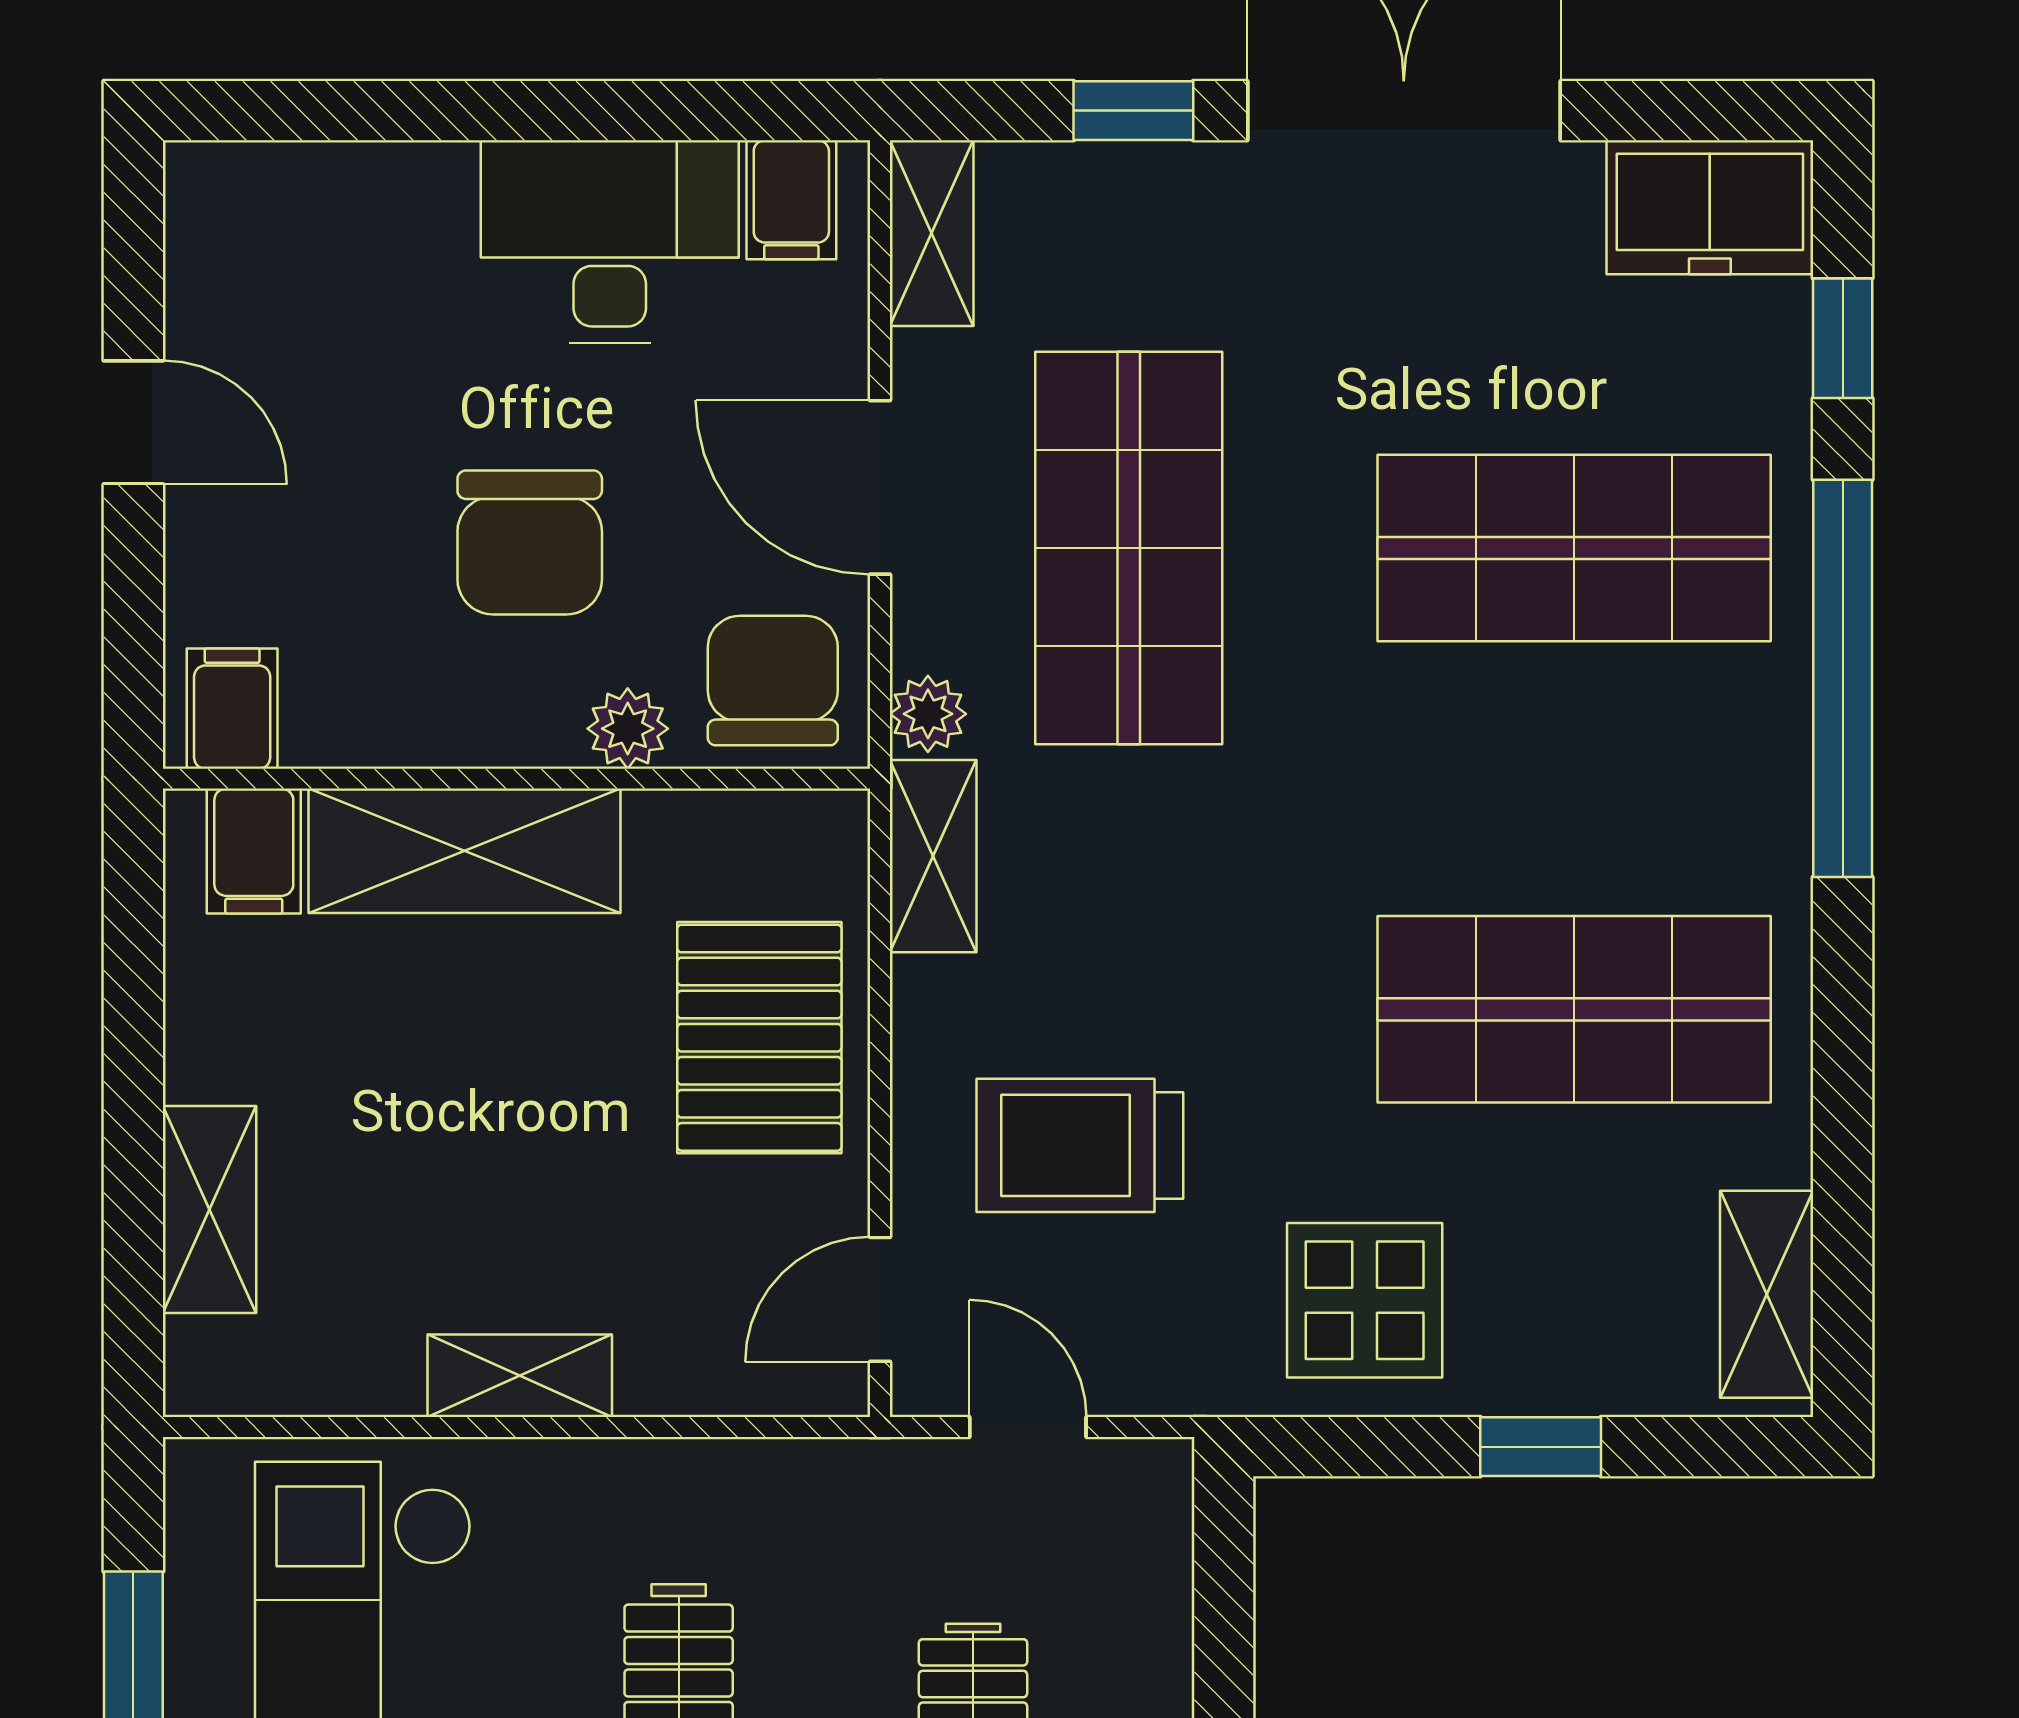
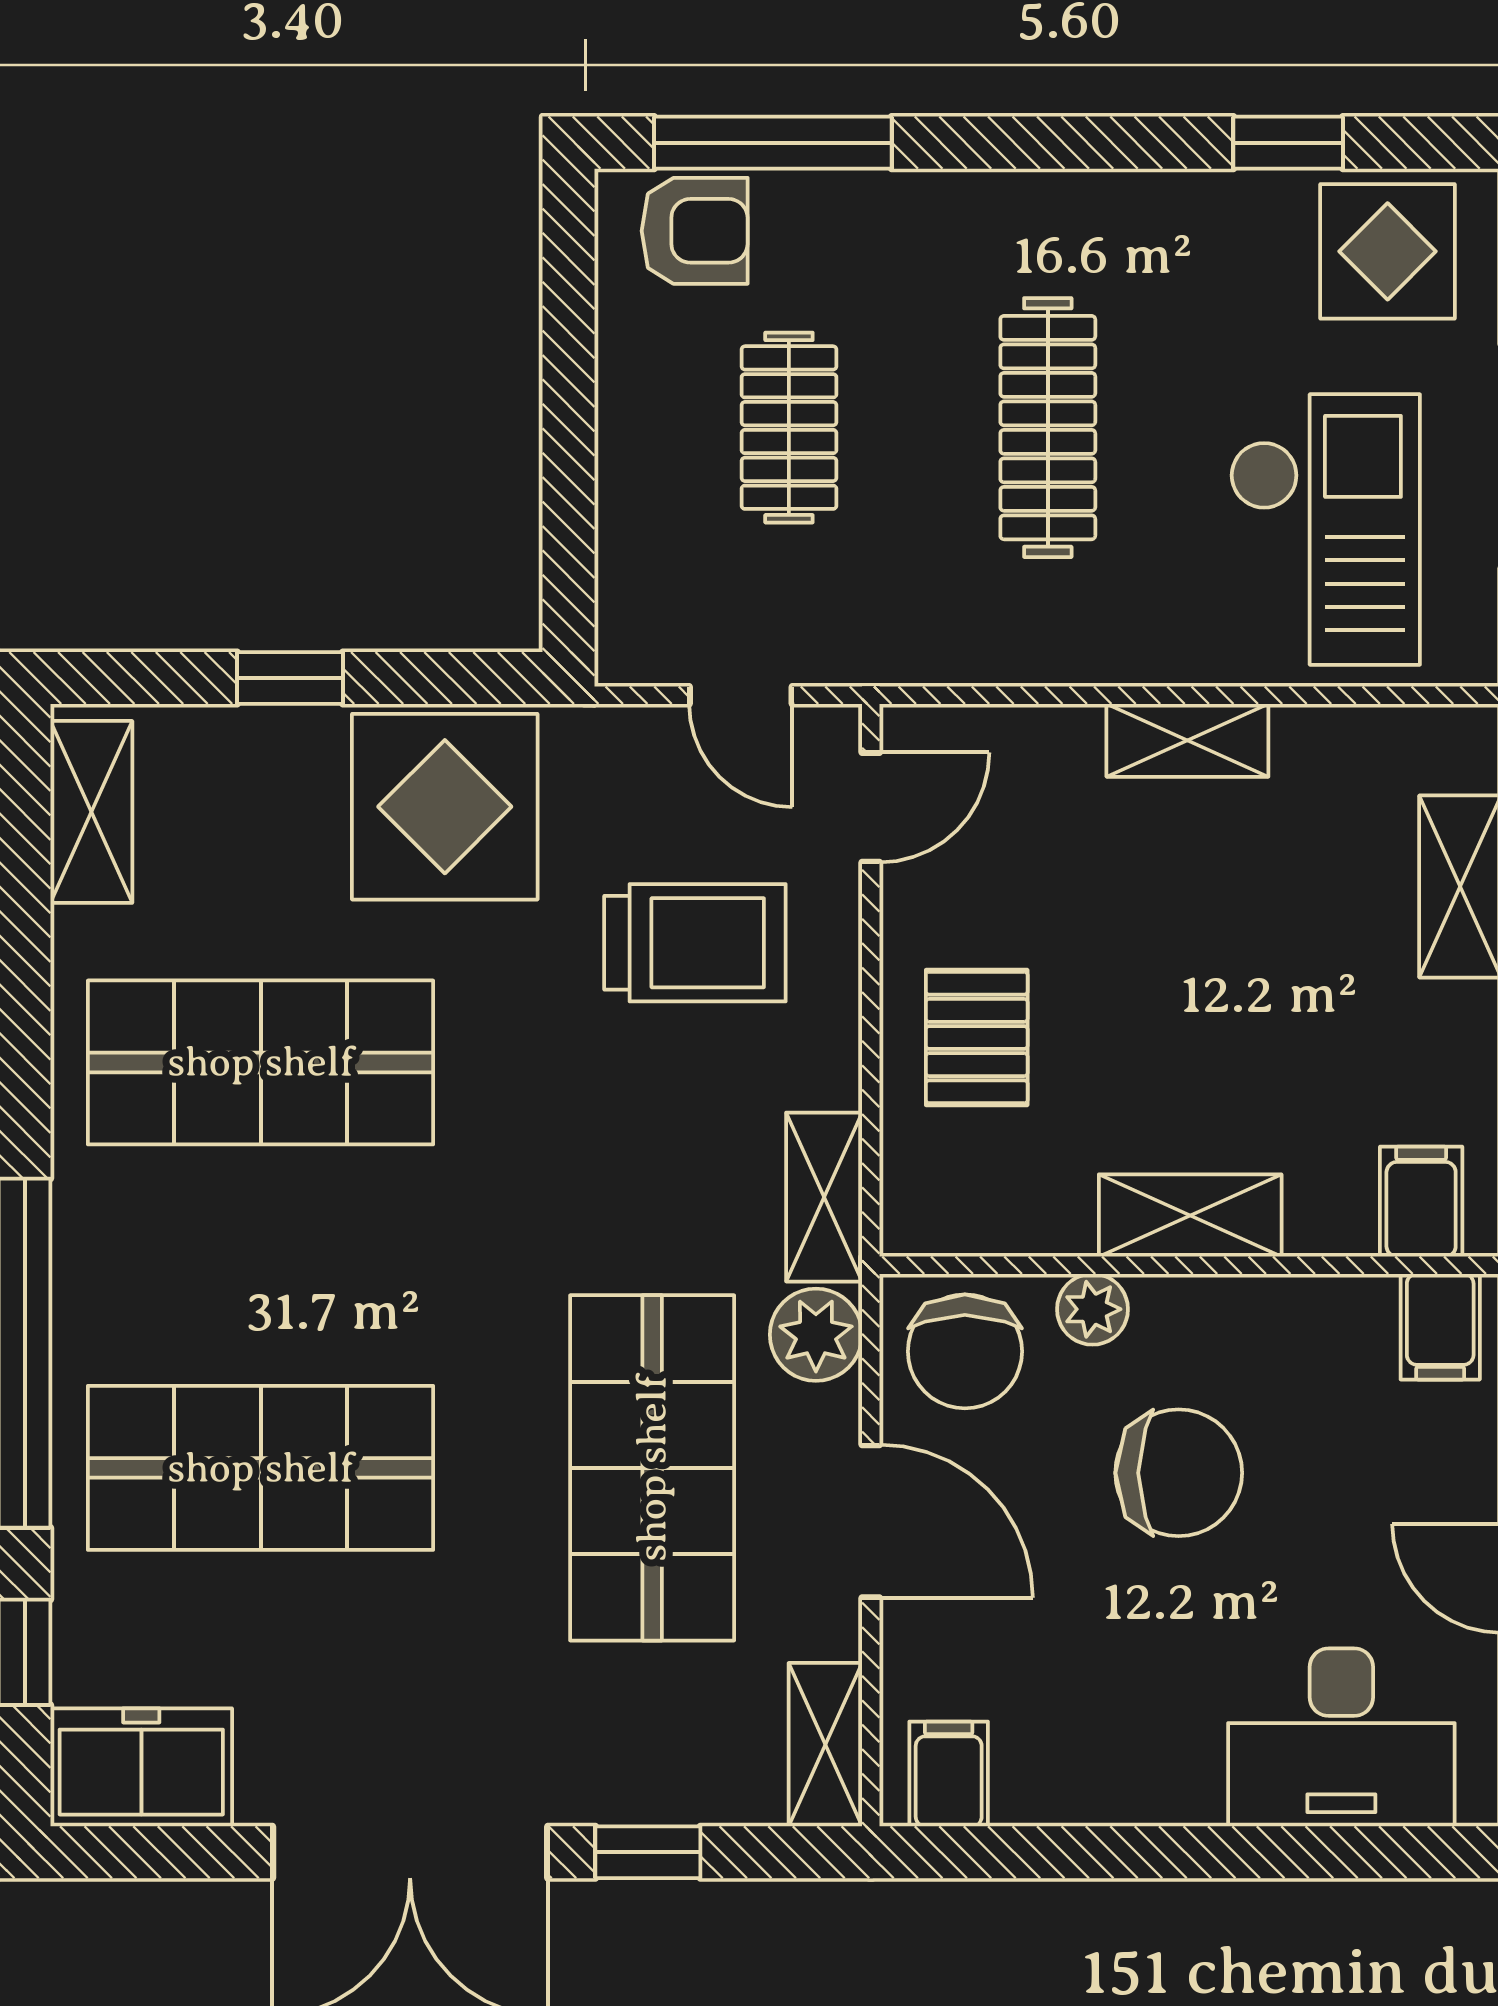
desk: (610, 241) -> (1341, 1737), moved
chair: (530, 542) -> (1179, 1473), turned 90
plant: (928, 714) -> (816, 1335), width x1.38, depth x1.38
shelving: (465, 851) -> (1190, 1215), width x0.67, depth x0.75
pallet: (759, 1038) -> (977, 1037), width x0.67, depth x0.71
display table: (1365, 1300) -> (445, 807), width x1.36, depth x1.36

